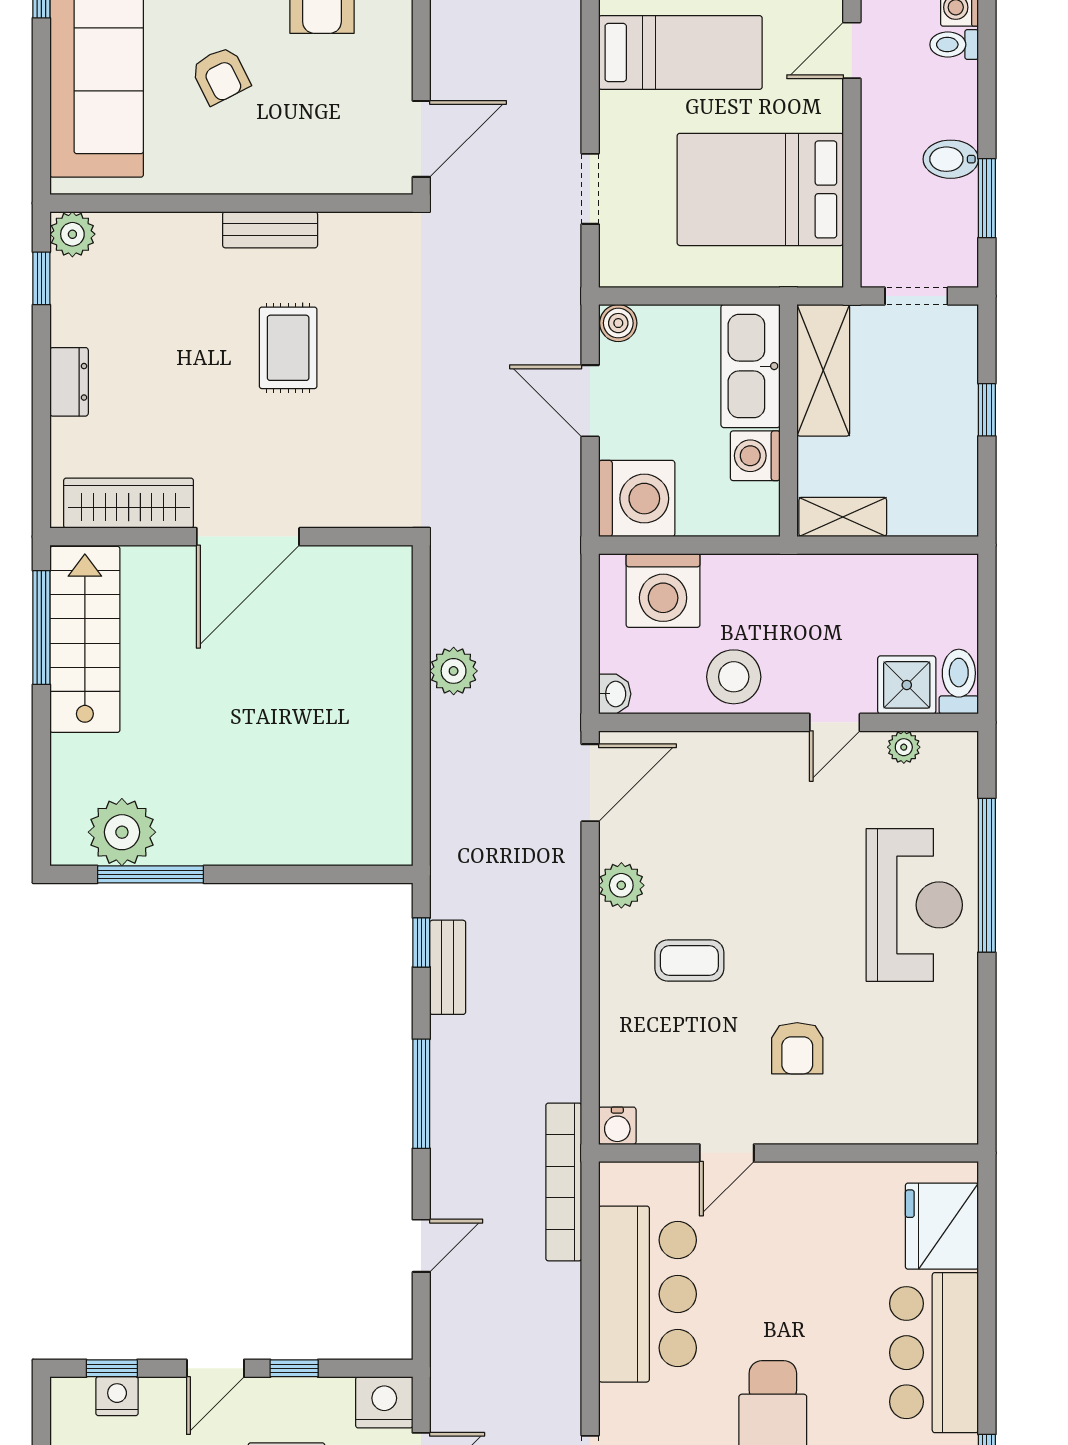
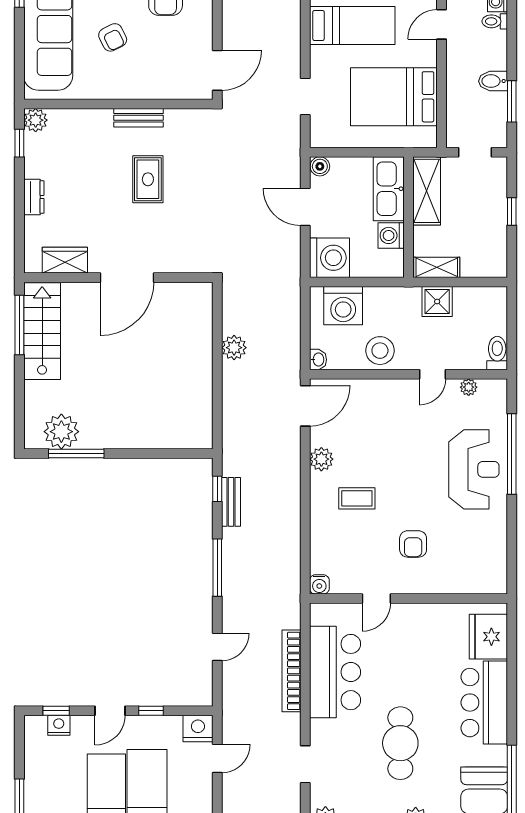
wardrobe: (129, 503) -> (65, 260), width x0.67
shower: (907, 685) -> (437, 302), moved
bookcase: (564, 1182) -> (291, 671), moved

